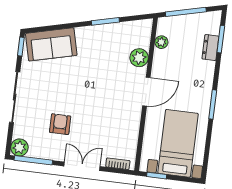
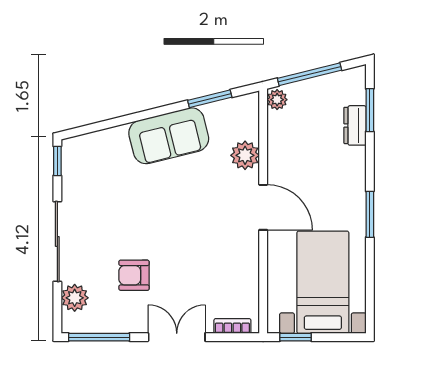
window: (105, 21) -> (210, 99), moved
plant: (161, 42) -> (277, 100), moved
sofa: (51, 44) -> (169, 136), moved
door: (146, 92) -> (263, 207), hinge flipped
armchair: (60, 124) -> (134, 275), turned -90
plant: (19, 147) -> (75, 298), moved

